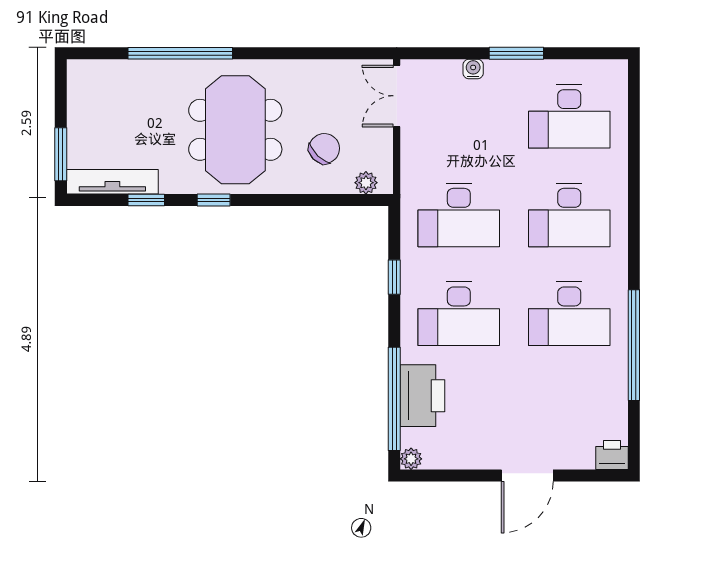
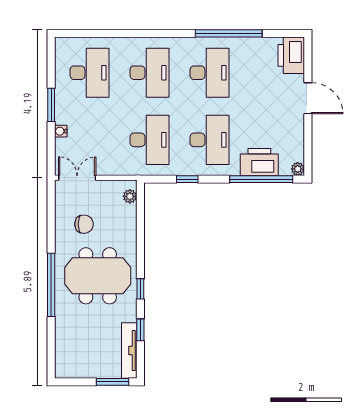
window: (180, 53) -> (51, 285), moved
double door: (397, 96) -> (77, 178), swing flipped
chair: (324, 149) -> (84, 224), moved, turned 136
printer: (612, 455) -> (291, 55), width x1.87, depth x1.48

